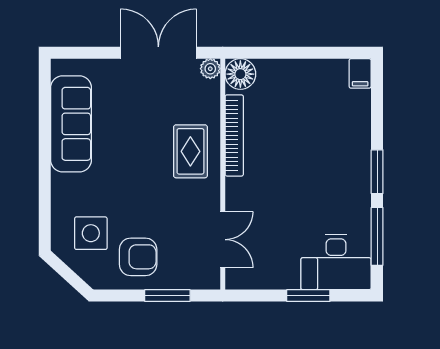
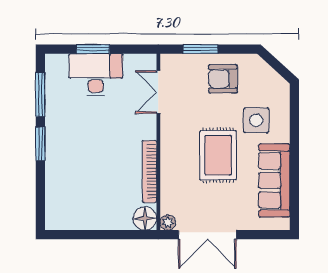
filing cabinet: (360, 73) -> (53, 219), removed
rug: (190, 151) -> (218, 155), moved, width x1.36, depth x1.43
side table: (91, 233) -> (256, 120), moved
desk: (336, 262) -> (96, 75), moved

